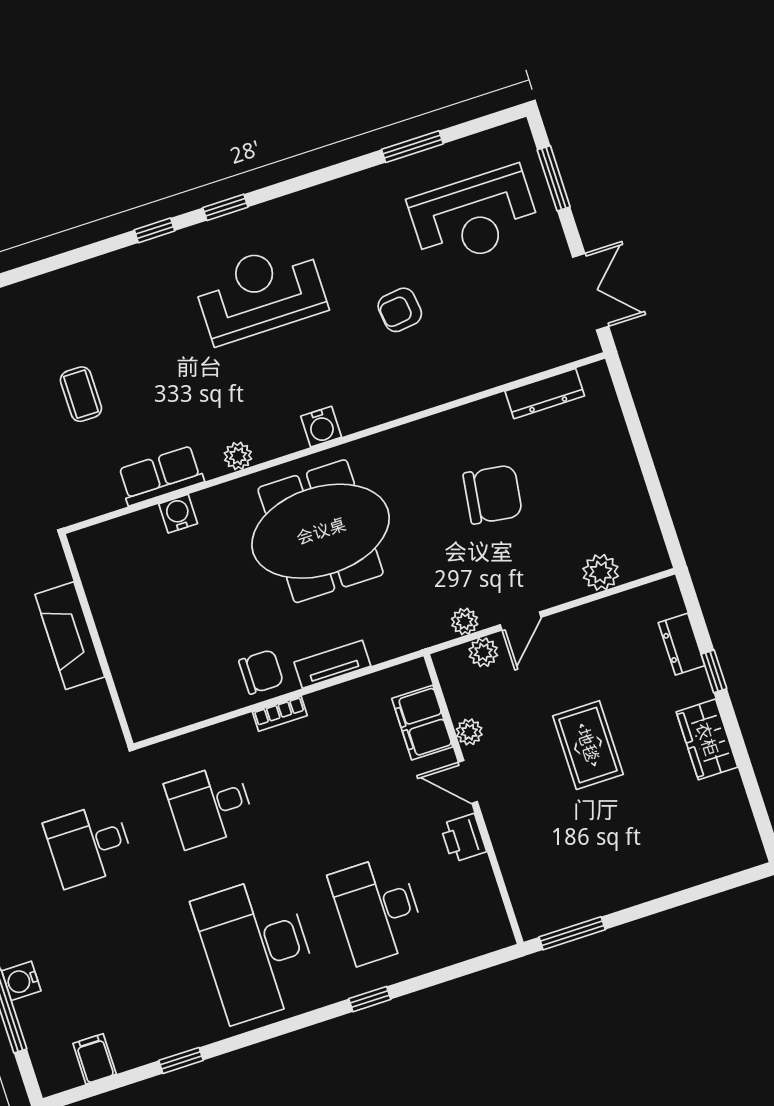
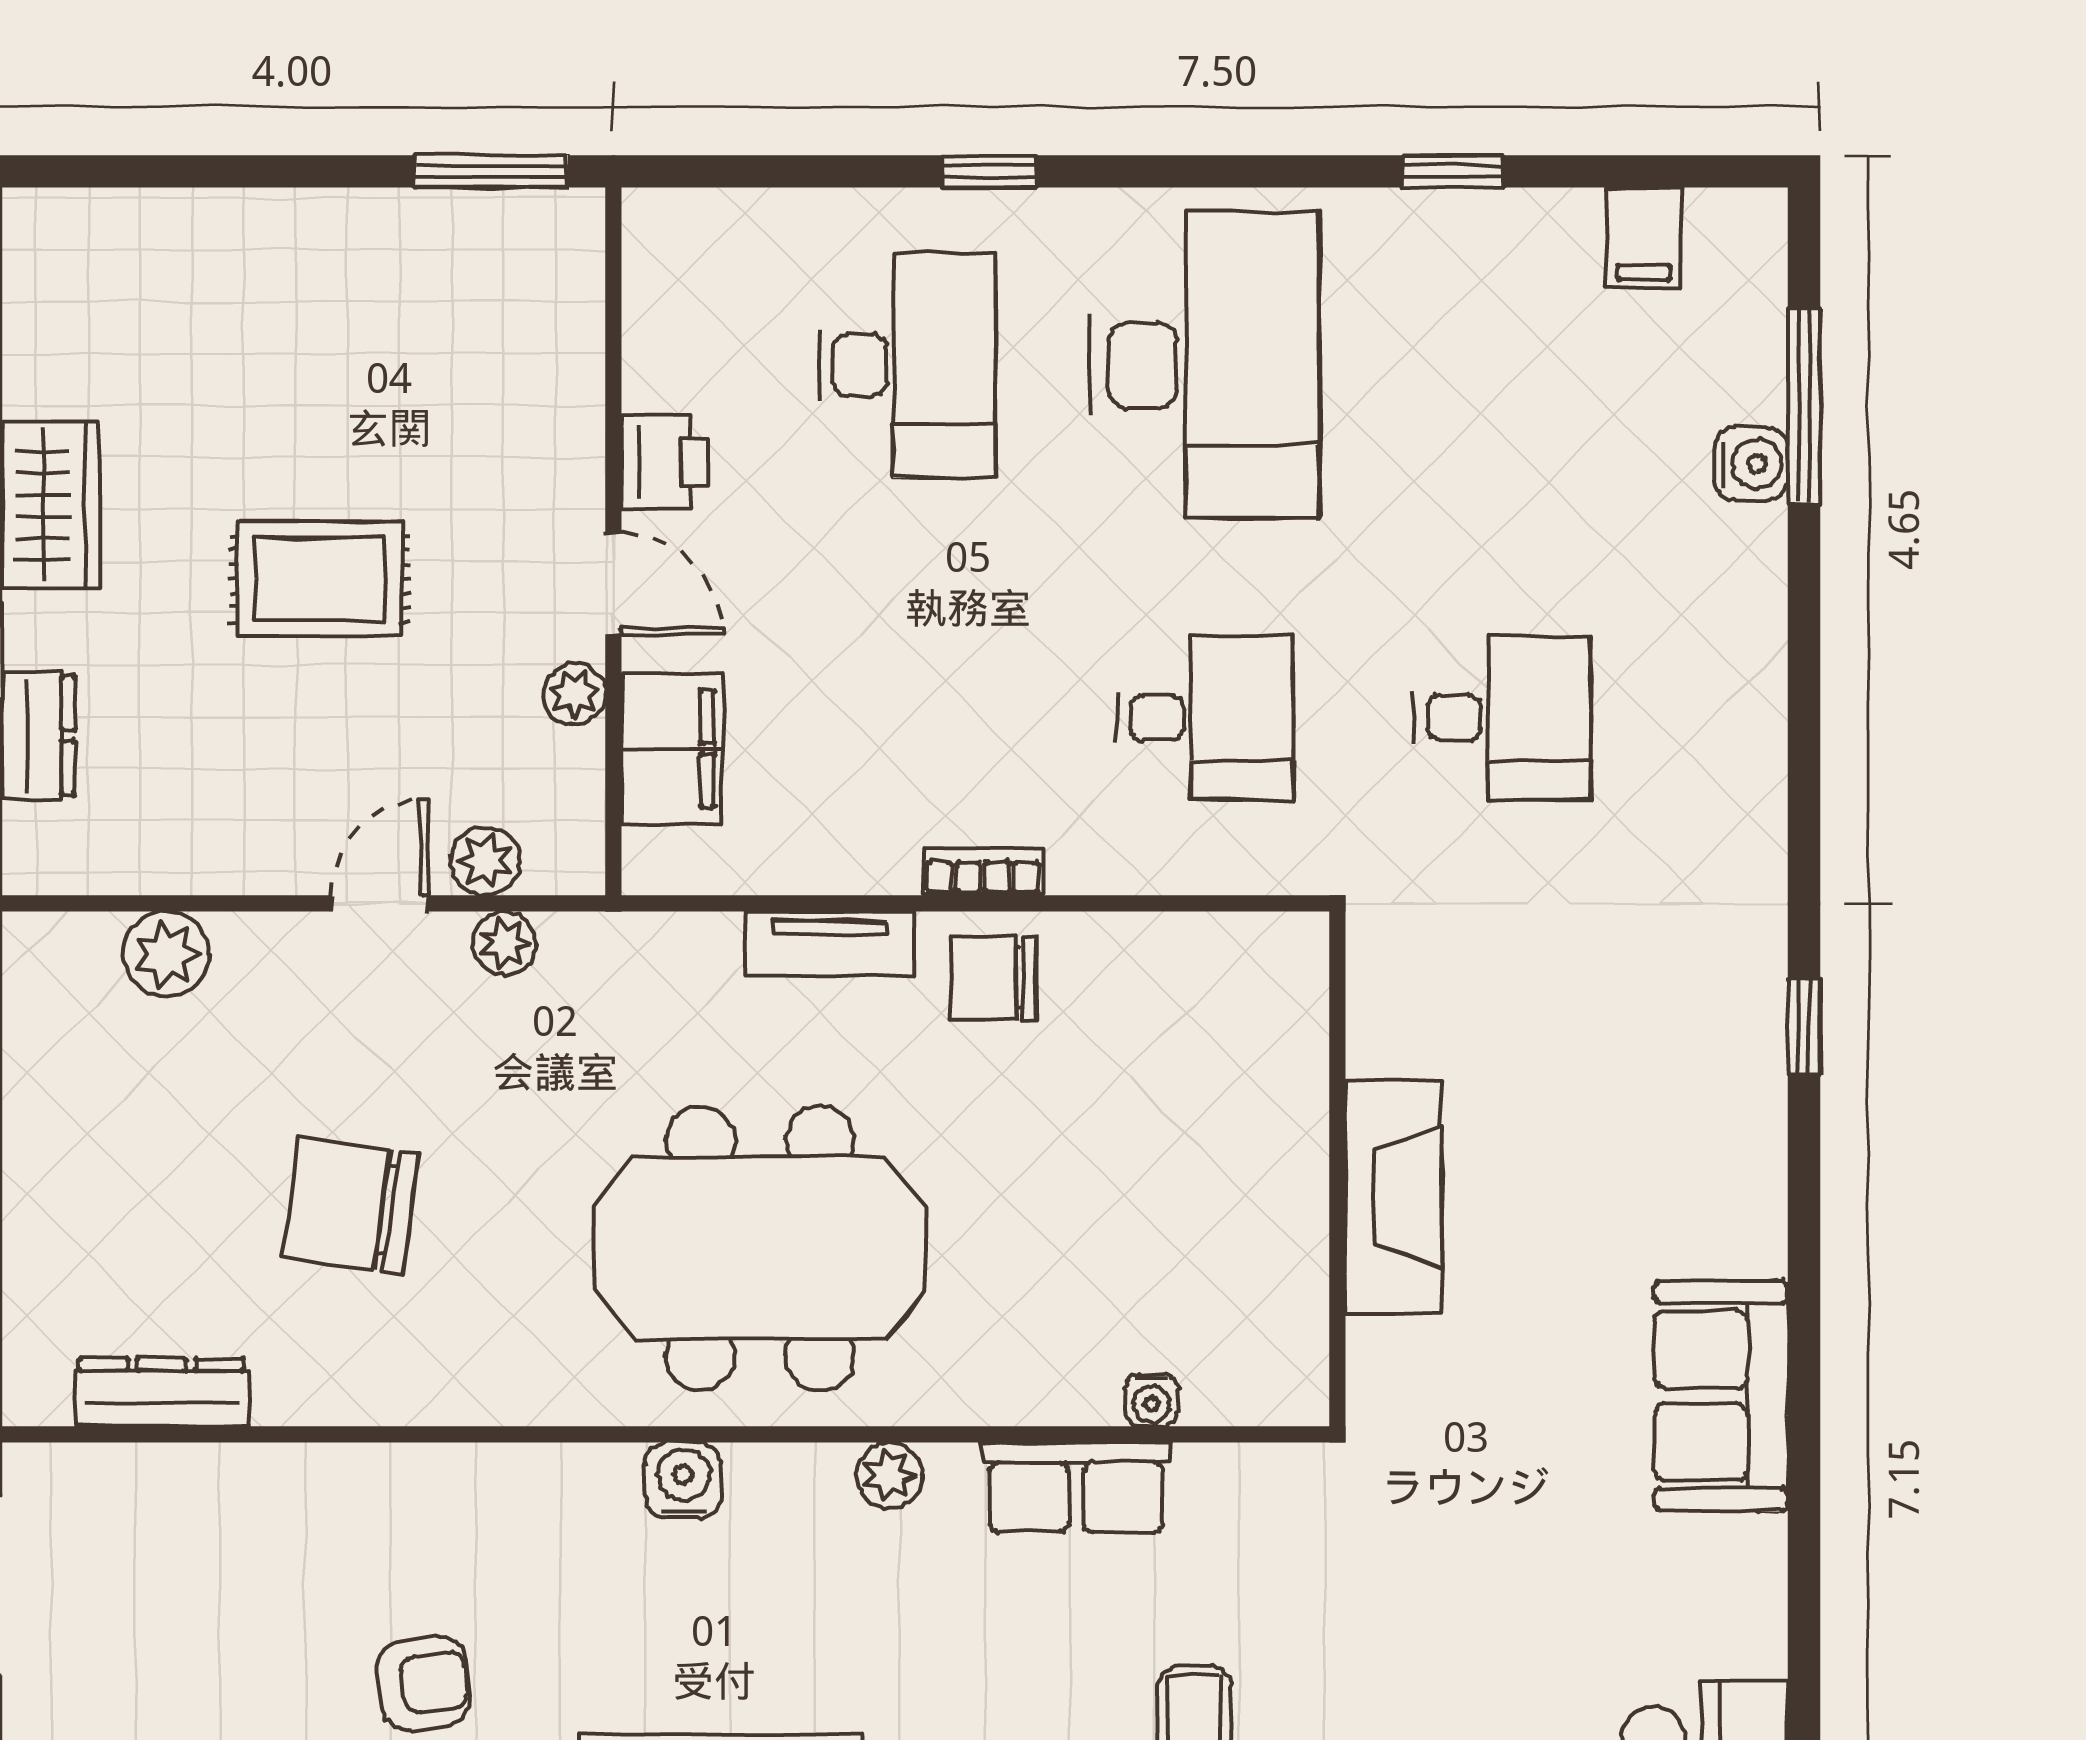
water cooler: (178, 514) -> (1151, 1400), moved, width x0.72, depth x0.72
rug: (588, 745) -> (320, 579), turned 90

